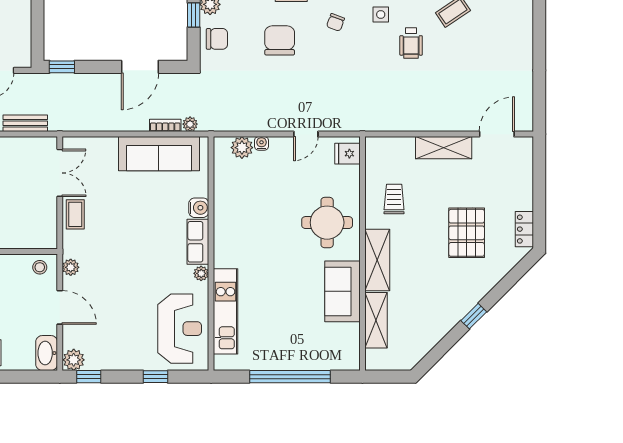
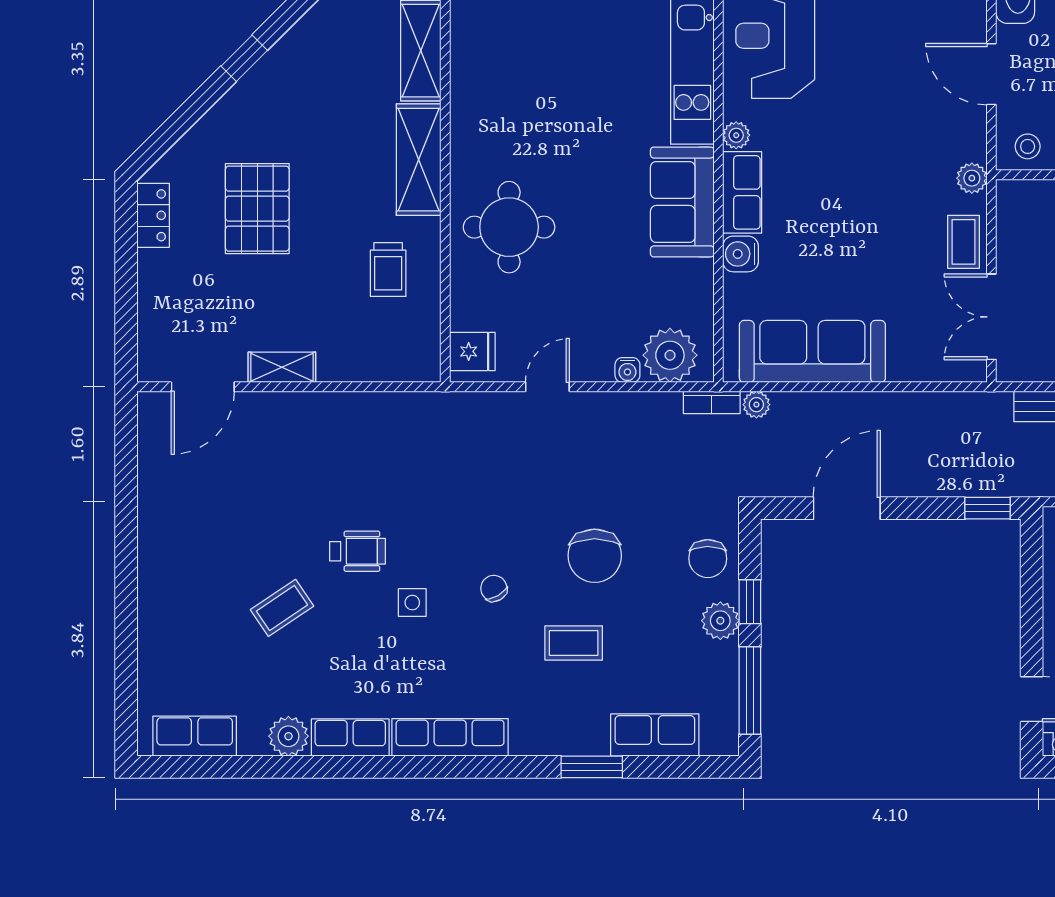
chair: (336, 22) -> (494, 588), turned -50
chair: (217, 39) -> (708, 559), turned -90
wheelchair: (411, 43) -> (357, 551), turned 90
bookcase: (165, 125) -> (712, 402), moved
plant: (242, 148) -> (670, 355), width x1.36, depth x1.36
shelving: (444, 148) -> (282, 367), width x0.67, depth x0.75
plant: (71, 267) -> (972, 178), moved
sofa: (342, 291) -> (682, 202), moved, turned 180

